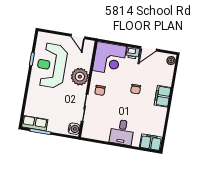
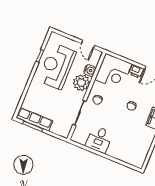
row of seats: (35, 123) -> (34, 119), width x1.48
water cooler: (74, 129) -> (90, 70), moved
desk: (122, 132) -> (99, 139), moved
filing cabinet: (151, 142) -> (135, 159), removed

